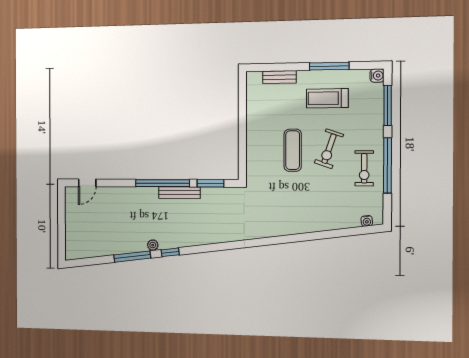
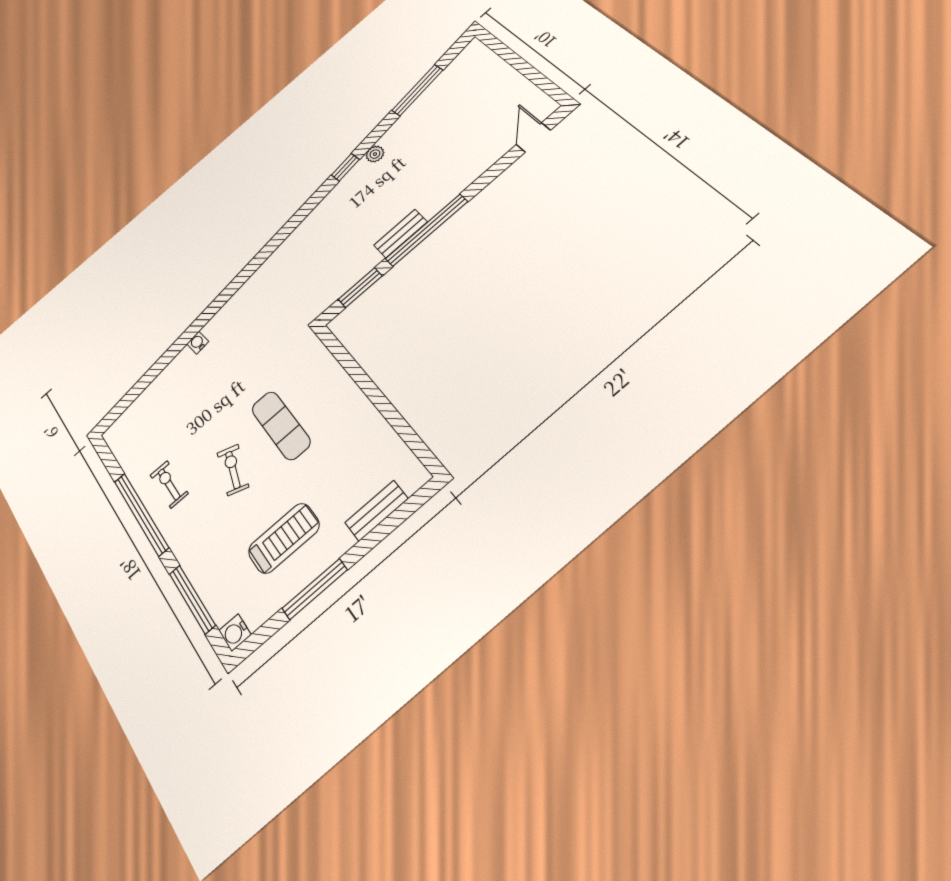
exercise bike: (329, 149) -> (233, 470), width x0.73, depth x0.72
exercise bike: (364, 168) -> (169, 484), width x0.73, depth x0.72
bench: (179, 193) -> (401, 234), width x0.73
water cooler: (367, 221) -> (198, 343), moved
window: (132, 257) -> (417, 90), moved

